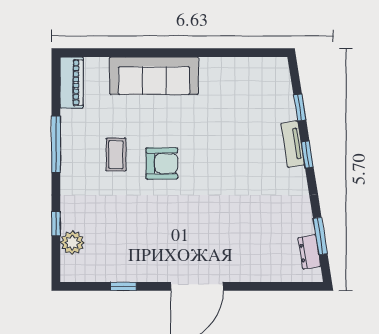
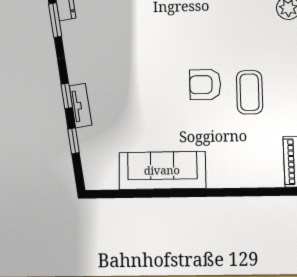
sofa: (154, 76) -> (162, 170), moved
coffee table: (116, 155) -> (250, 92), width x1.36, depth x1.30

